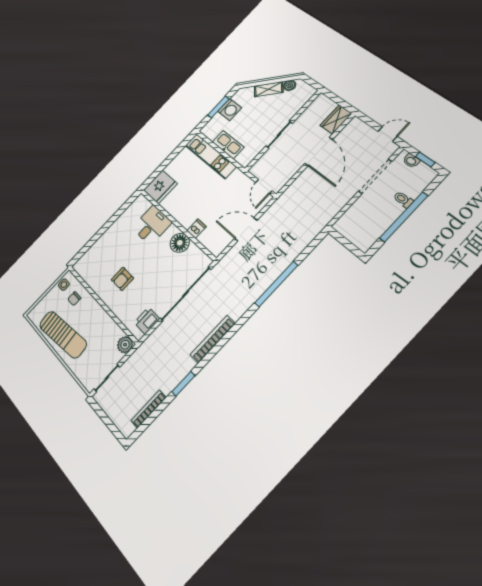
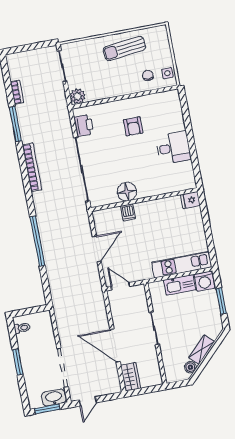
washing machine: (230, 110) -> (204, 281), moved, turned -90
window: (425, 160) -> (47, 409), width x1.50
washbasin: (411, 161) -> (54, 398), width x1.91, depth x1.45
fridge: (160, 187) -> (190, 200), width x0.53, depth x0.75
toilet: (403, 200) -> (22, 328), moved
window: (404, 217) -> (18, 362), width x0.47
desk: (152, 225) -> (173, 148), moved, turned -90
armchair: (122, 279) -> (133, 126), turned 180
sun lounger: (63, 335) -> (124, 48), width x0.73, depth x0.75
window: (183, 384) -> (15, 124), width x1.44
bookcase: (149, 409) -> (17, 92), width x0.64

